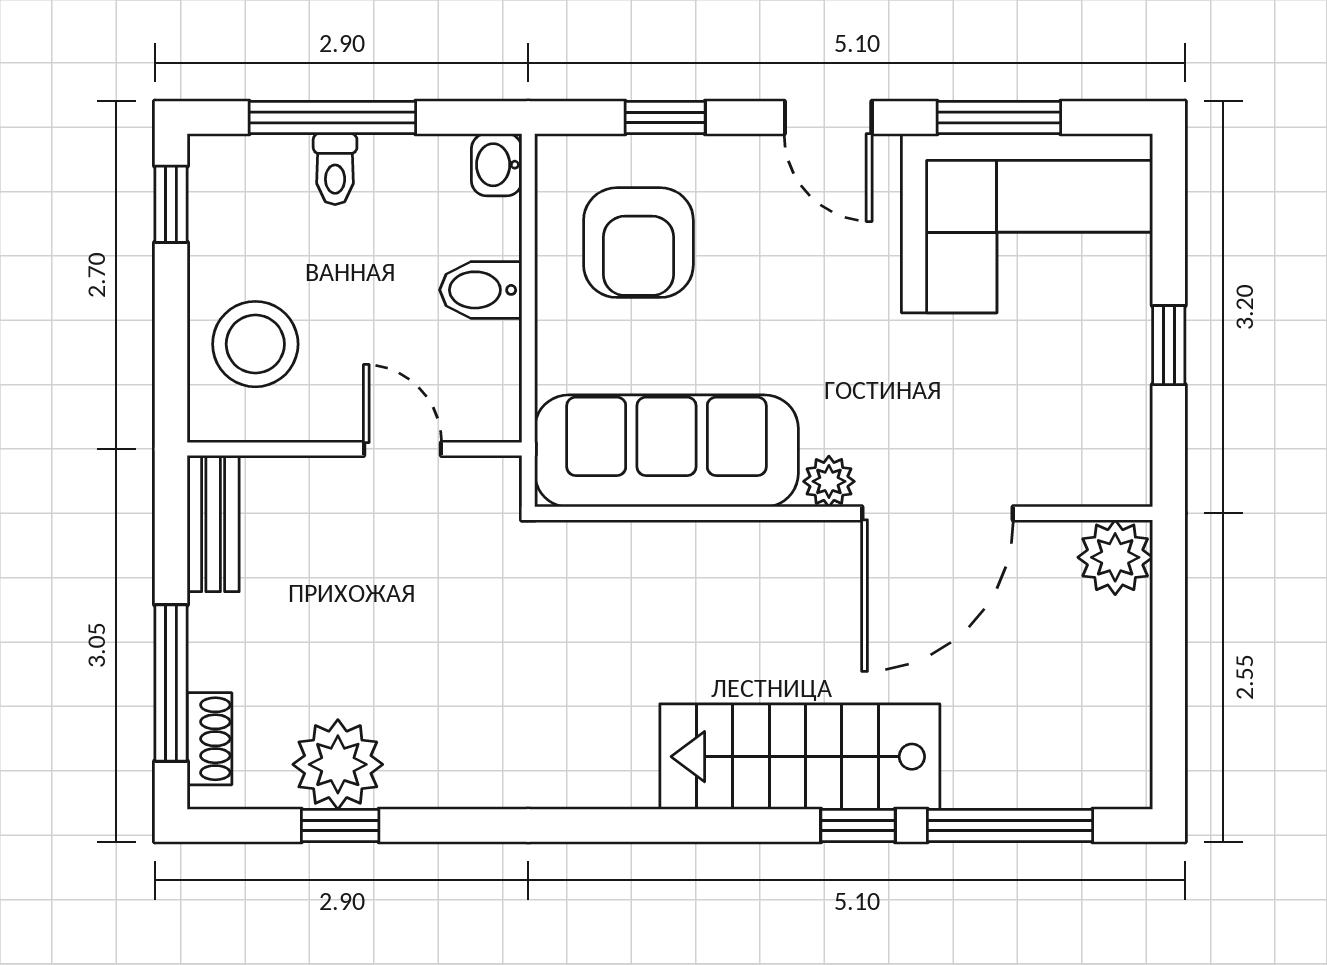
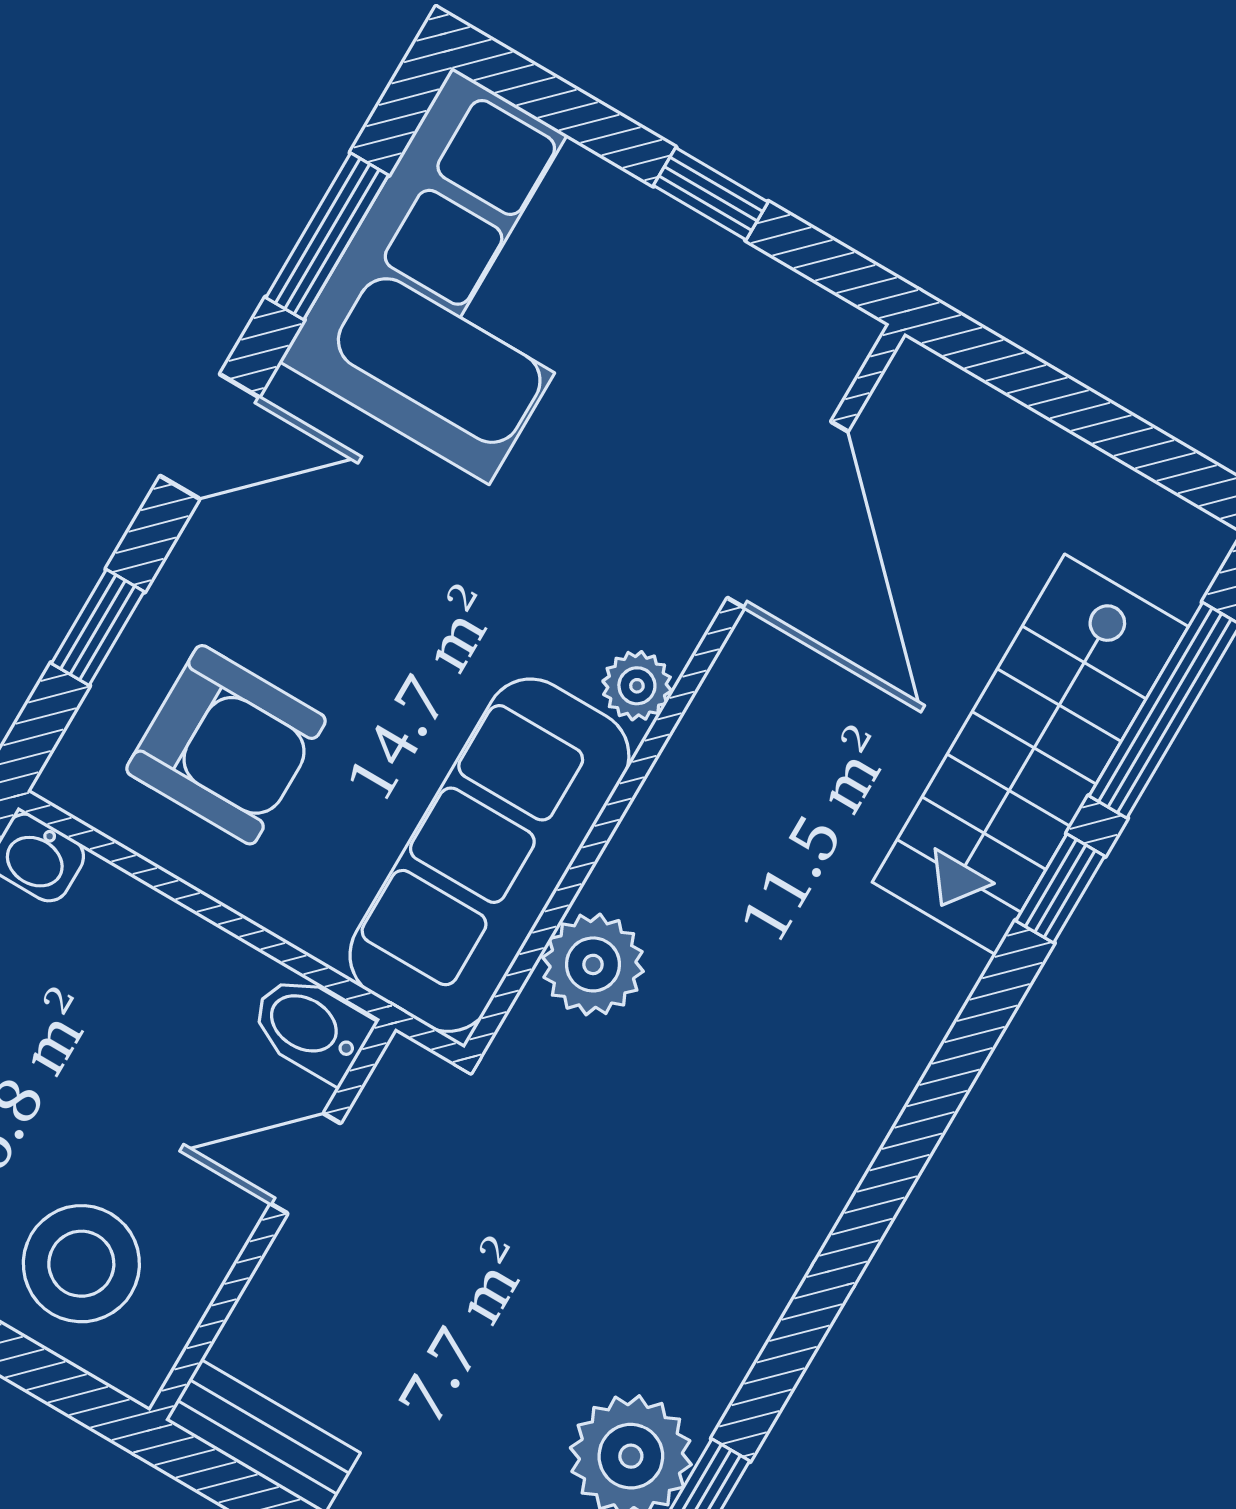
bidet: (481, 290) -> (311, 1027), moved, turned 90
door: (938, 513) -> (788, 515), moved
plant: (1115, 557) -> (593, 964), moved
stairs: (800, 757) -> (1030, 754), moved

